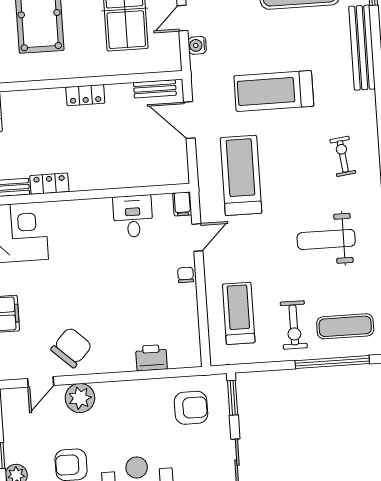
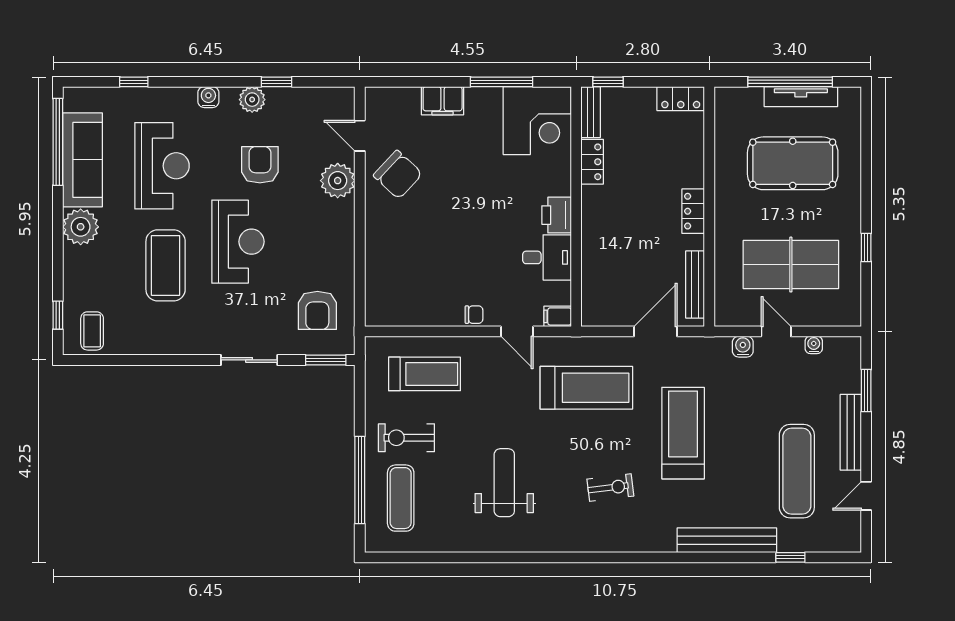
bench: (155, 89) -> (695, 284), width x1.36
exercise bike: (343, 156) -> (610, 488), moved
printer: (151, 358) -> (557, 215), moved, turned 180

